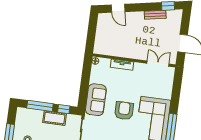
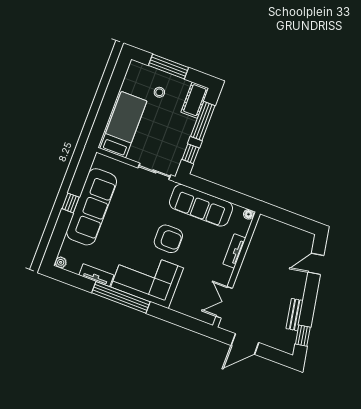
double door: (158, 64) -> (224, 302), swing flipped
sofa: (96, 100) -> (201, 205), width x1.36
cot: (55, 118) -> (195, 100), moved

